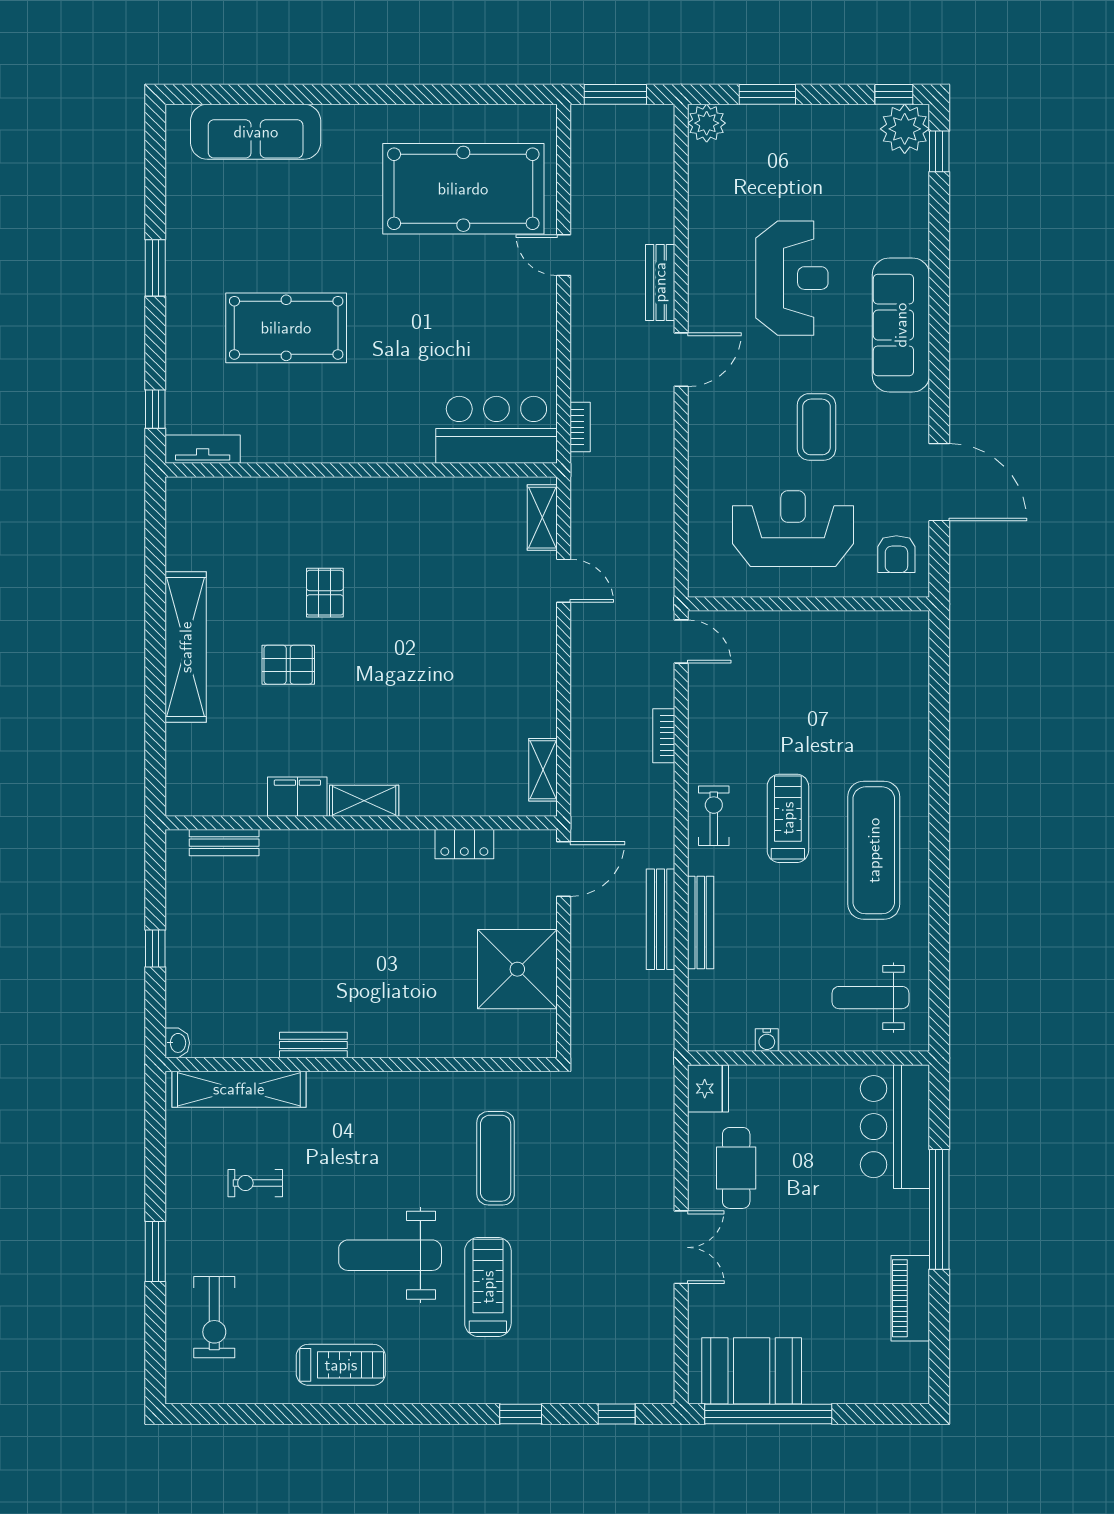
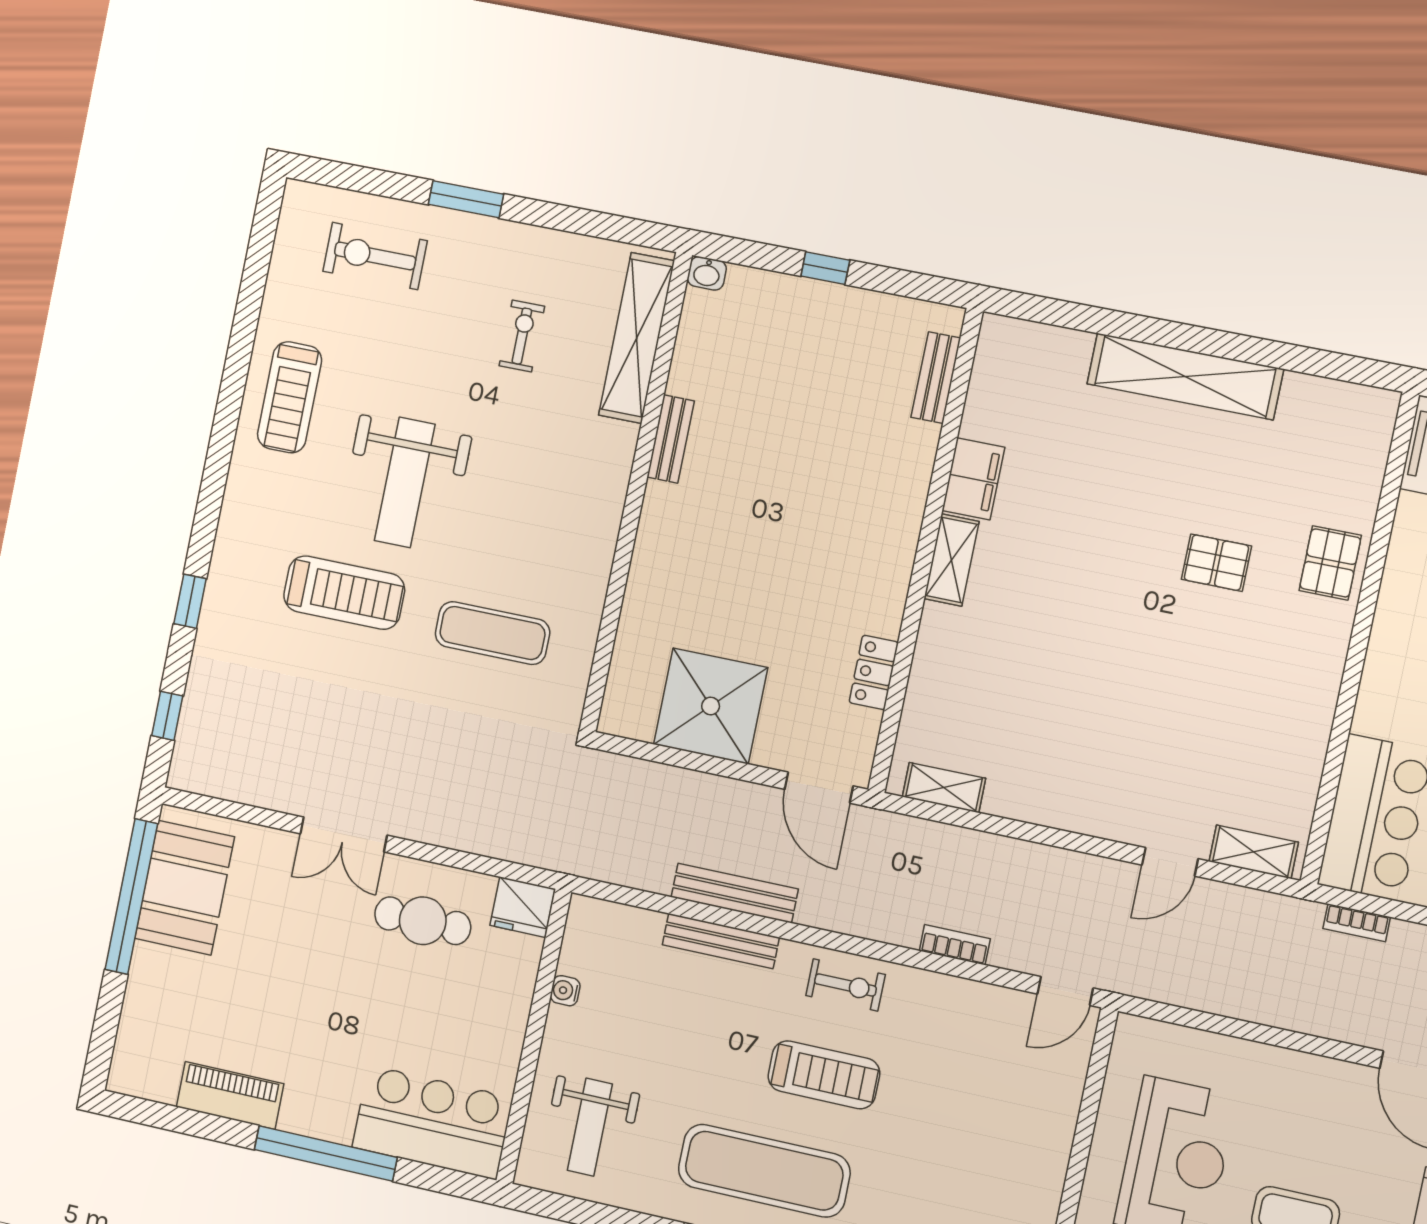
pallet: (288, 665) -> (1330, 563), moved
weight bench: (871, 998) -> (590, 1127), turned 180
weight bench: (390, 1255) -> (405, 482), turned 180

